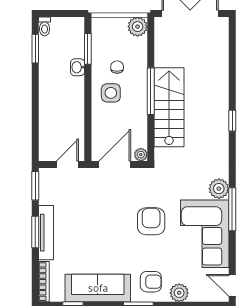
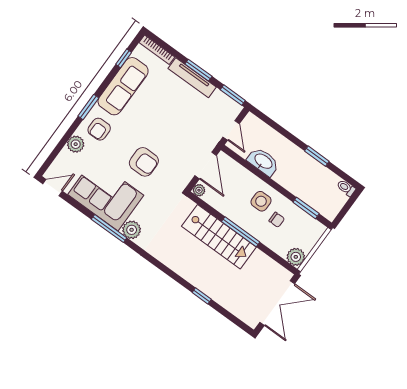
window: (35, 49) -> (317, 156), moved
washbasin: (78, 67) -> (263, 162), moved, width x1.91, depth x1.45
window: (232, 121) -> (202, 296), moved

